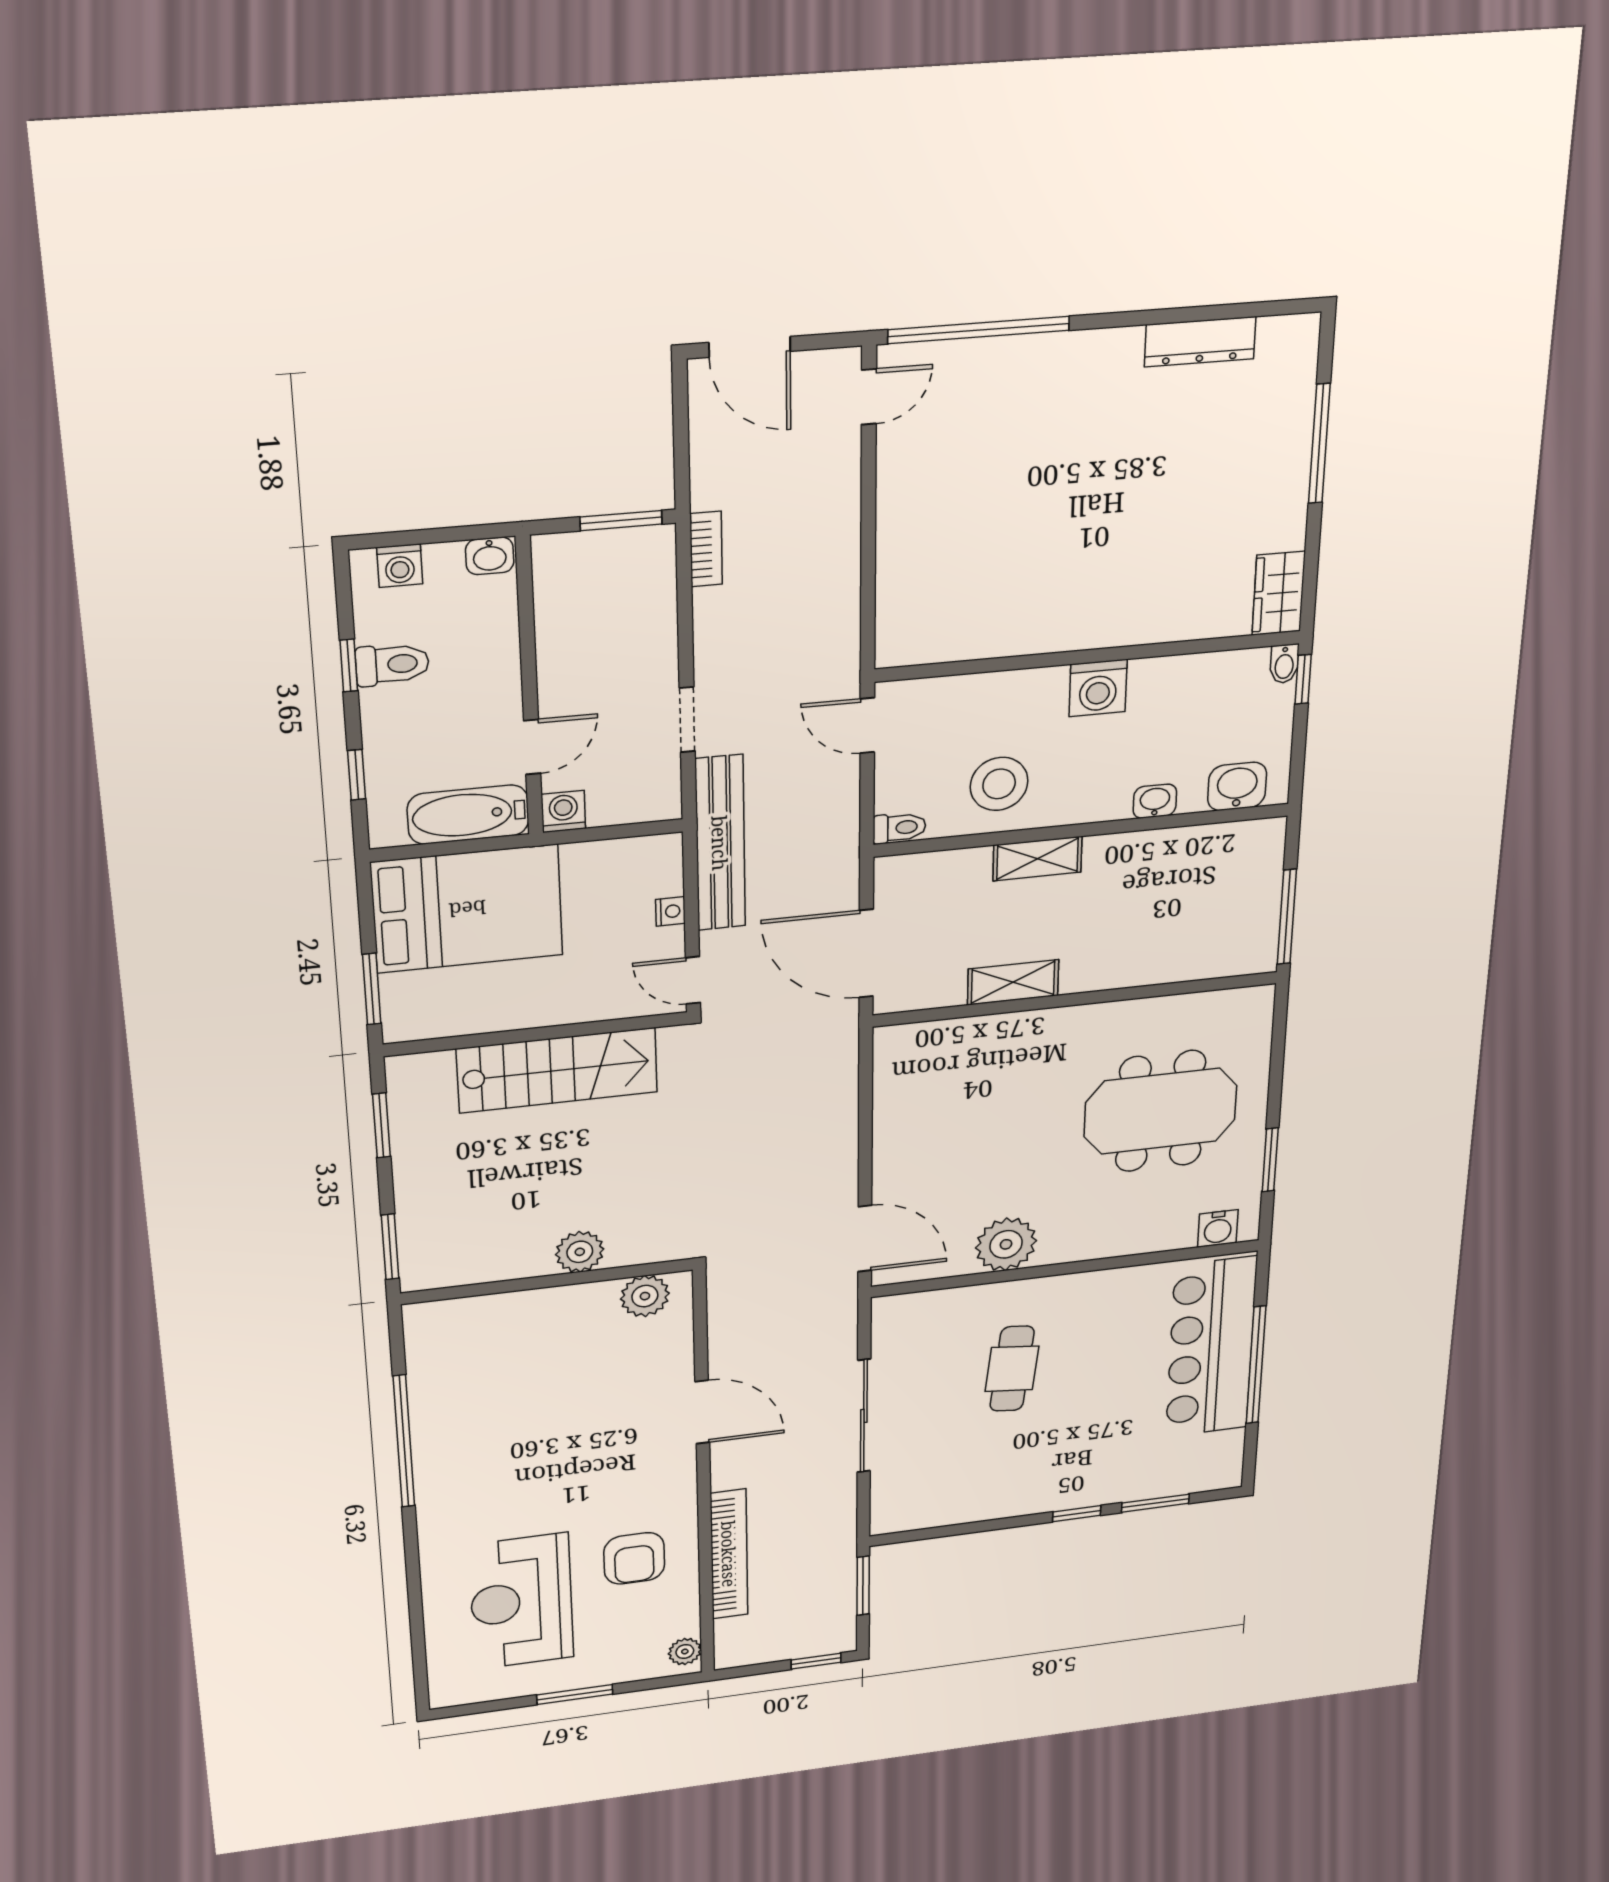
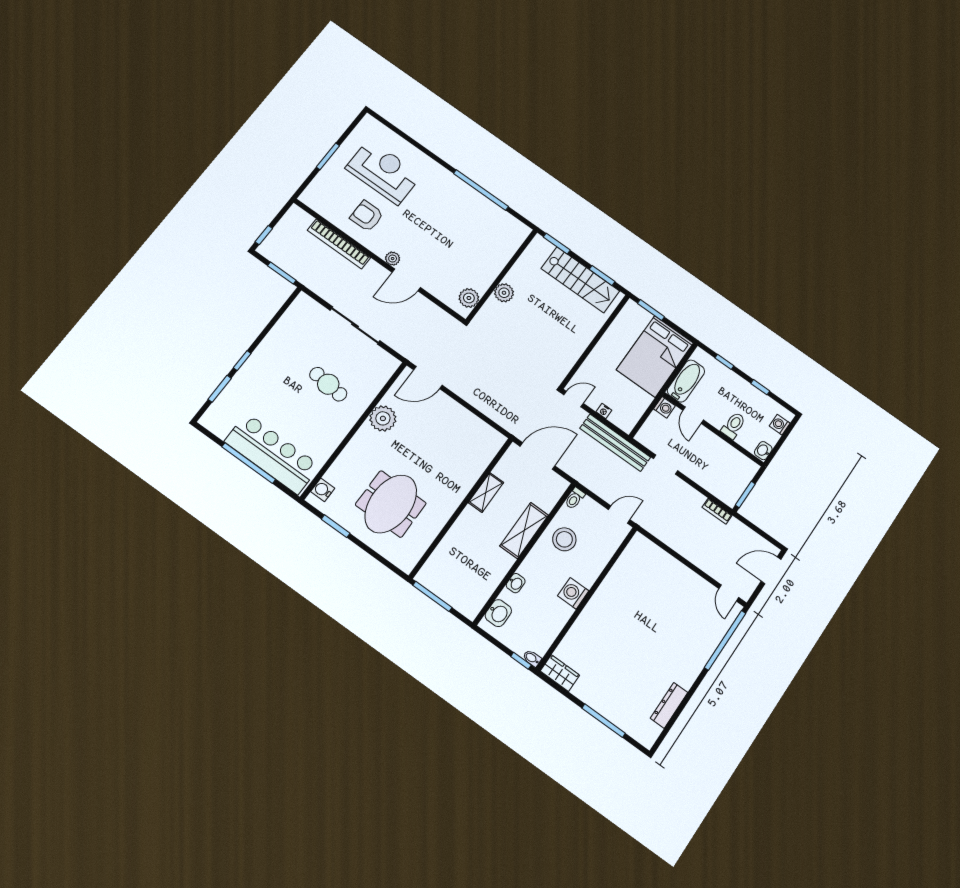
toilet: (392, 664) -> (733, 425), moved, turned 180
shelving: (1037, 859) -> (524, 531), width x1.50, depth x1.33
stairs: (557, 1070) -> (580, 280), moved, turned -90
plant: (685, 1652) -> (393, 259), moved

